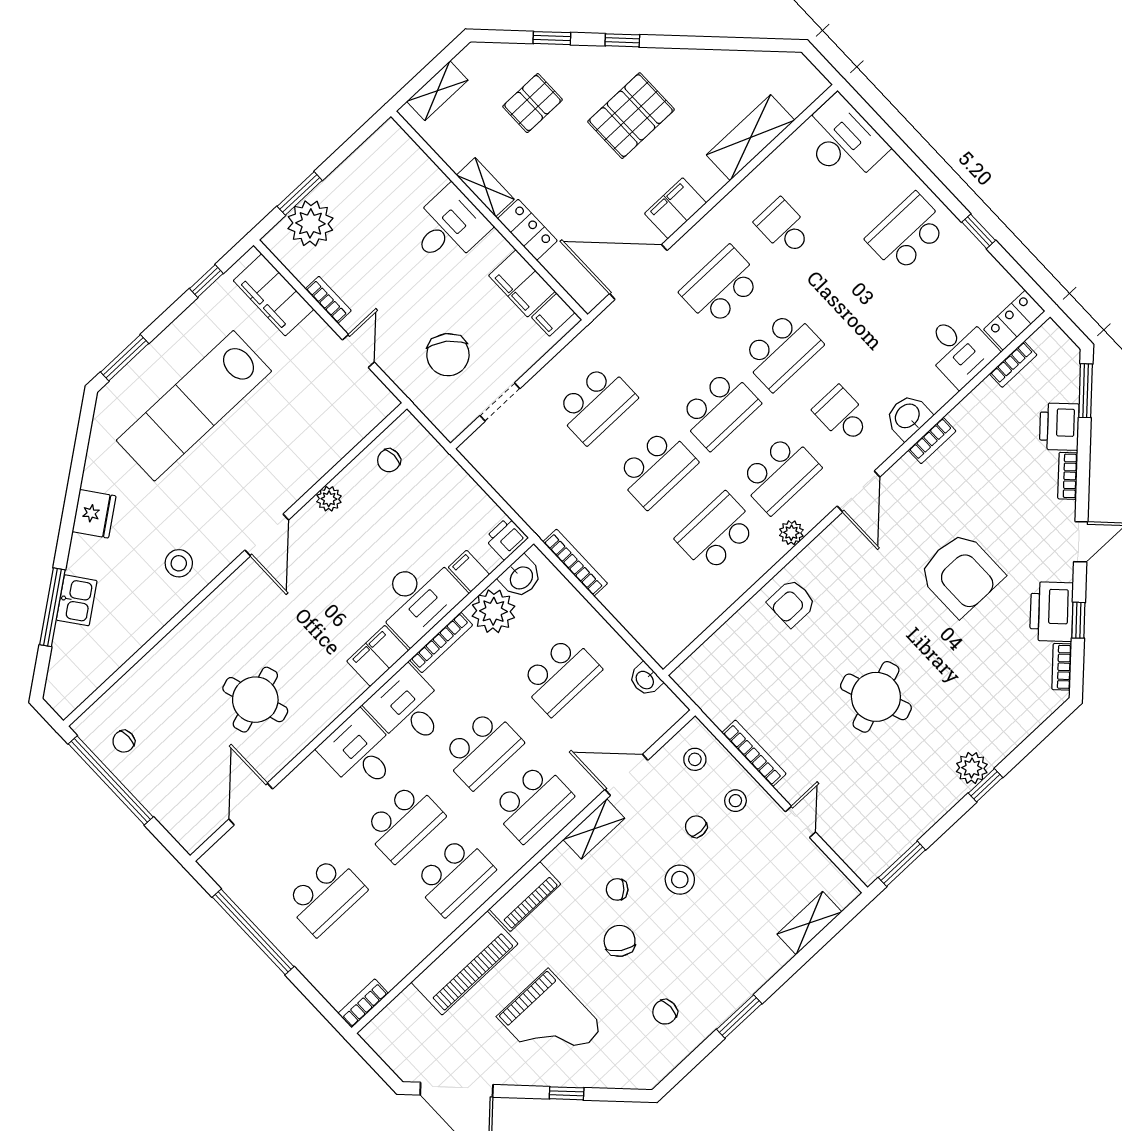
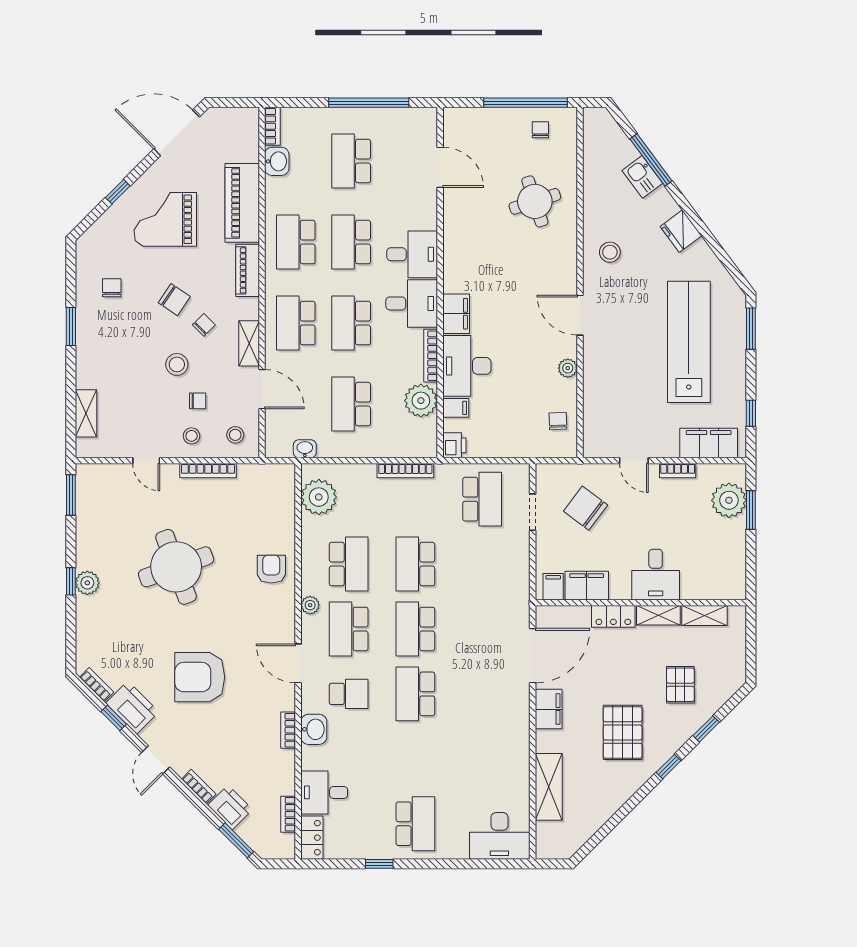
shelving: (437, 91) -> (705, 616), moved, turned 90
school desk: (784, 227) -> (482, 759), removed
school desk: (721, 286) -> (482, 694), removed
school desk: (596, 404) -> (482, 499), moved, turned 180
washbasin: (521, 577) -> (277, 161), moved, turned 180
plant: (679, 622) -> (319, 497), added
round table: (876, 697) -> (176, 567), width x1.36, depth x1.36
round table: (255, 700) -> (535, 201), moved
door: (626, 775) -> (262, 389), hinge flipped

